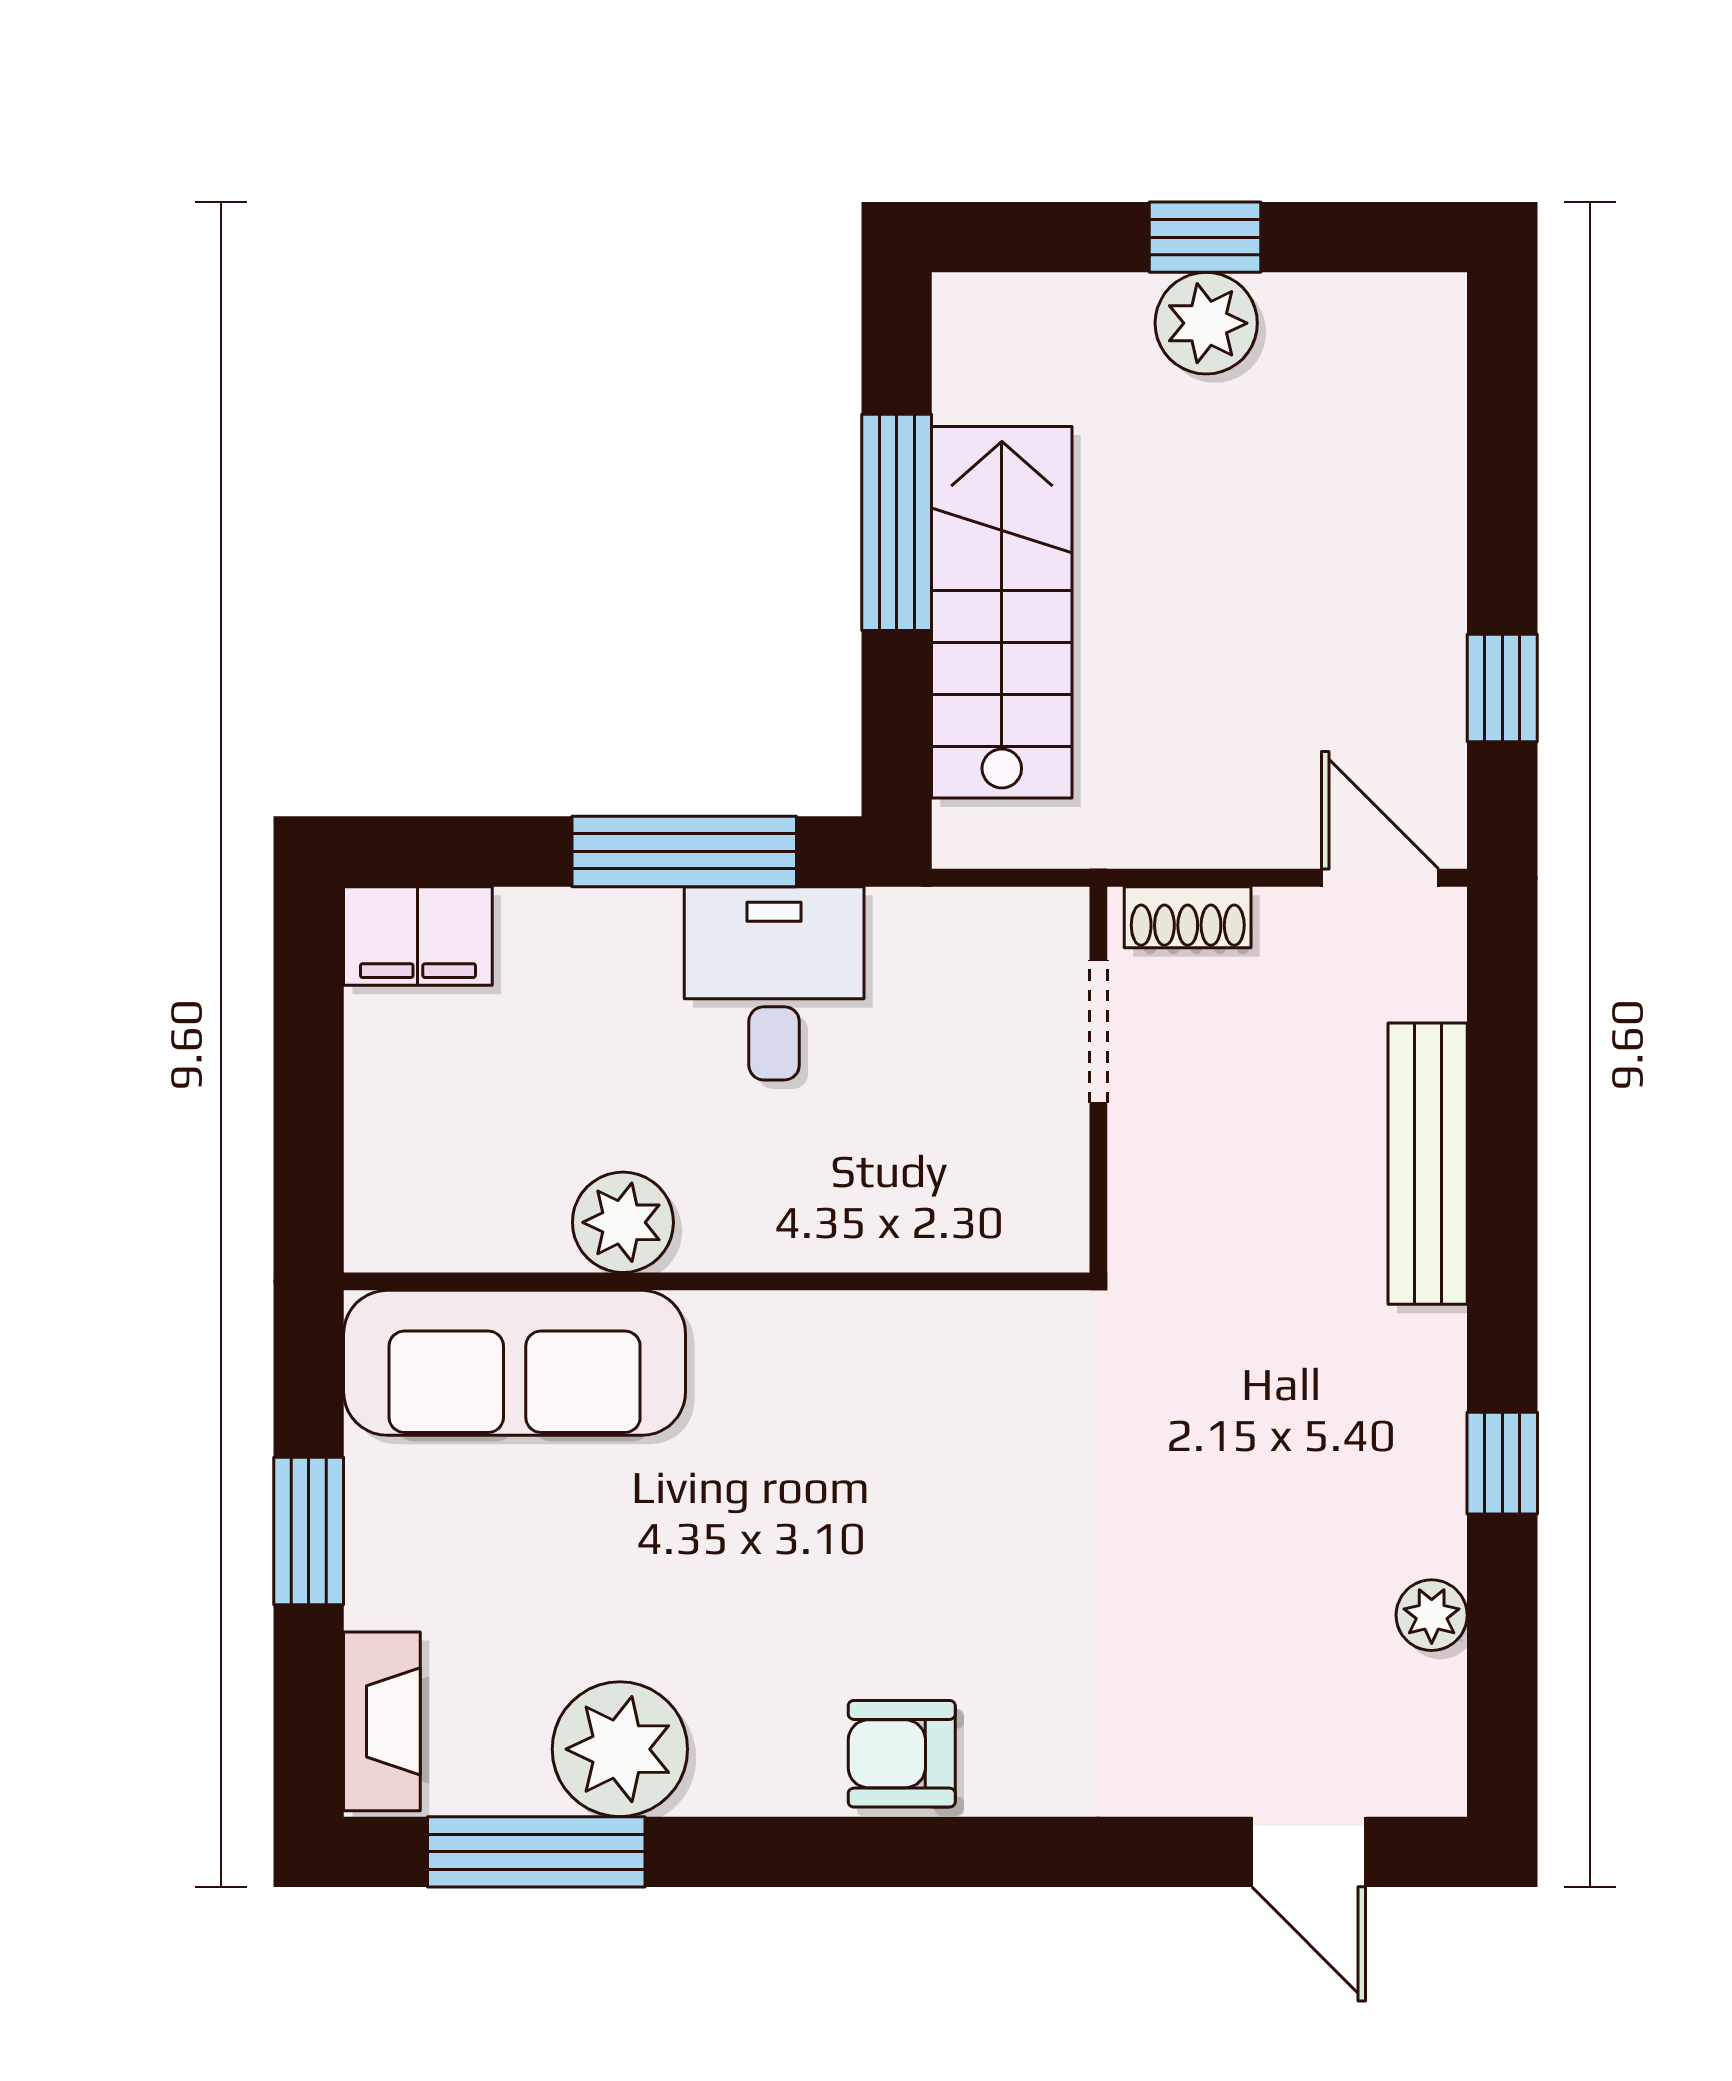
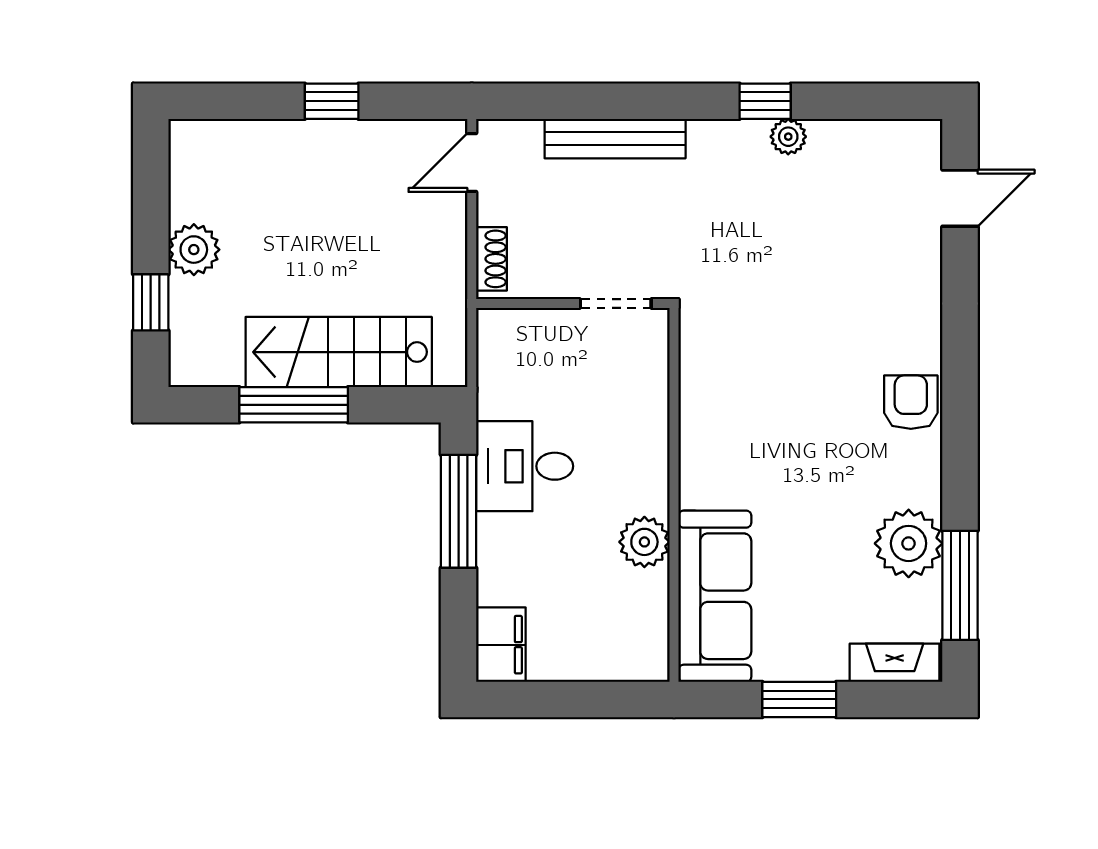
window: (1205, 237) -> (151, 302), moved
window: (1502, 688) -> (332, 101), moved
doorway: (1098, 1032) -> (616, 304), moved
plant: (1432, 1615) -> (788, 137), moved
armchair: (902, 1754) -> (911, 402), turned 180

